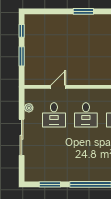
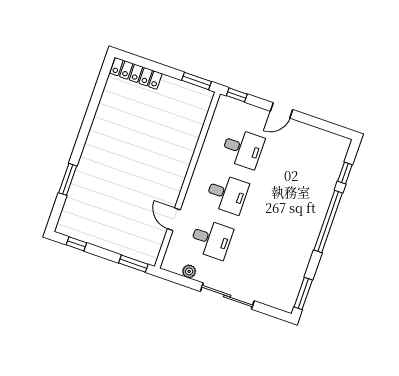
window: (83, 11) -> (68, 179), moved
window: (22, 56) -> (133, 264), moved
window: (50, 184) -> (303, 293), moved

